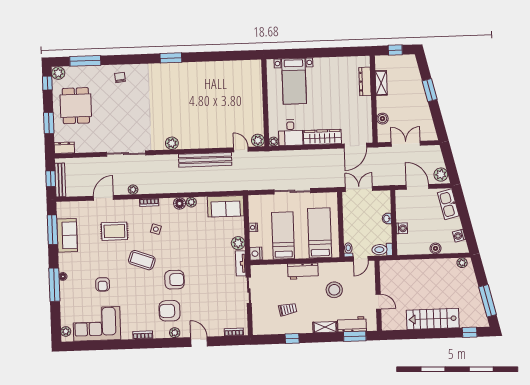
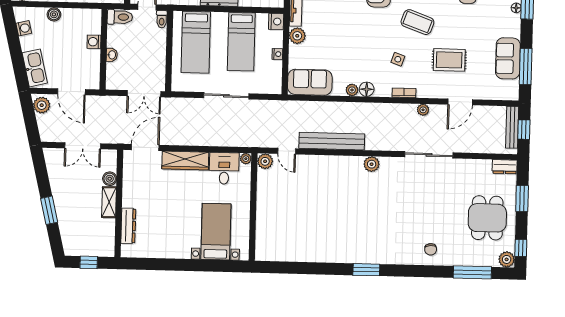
shelving: (381, 83) -> (109, 202), moved

